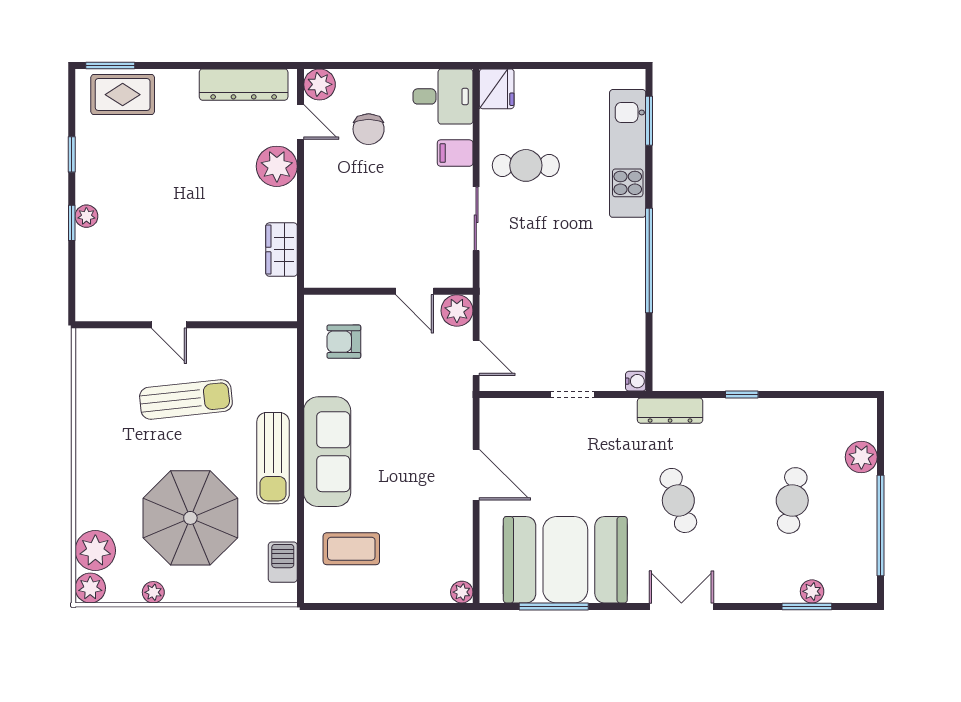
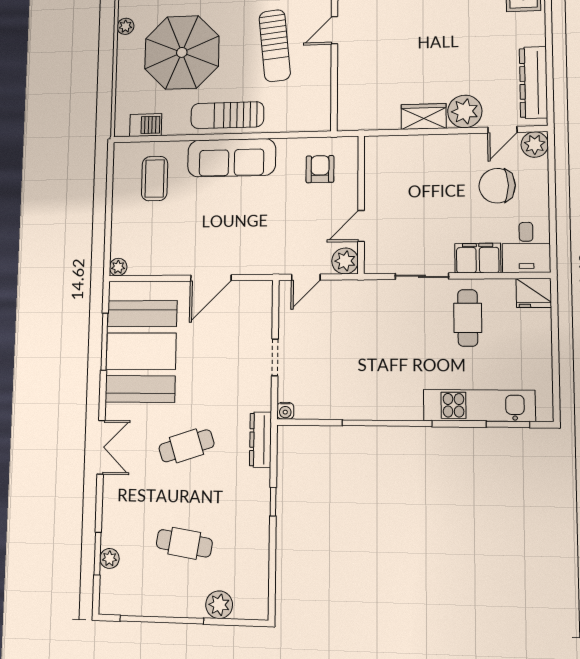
chair: (369, 129) -> (497, 186), width x1.37, depth x1.37
filing cabinet: (455, 153) -> (478, 258), width x2.00
wardrobe: (282, 250) -> (424, 116), moved

